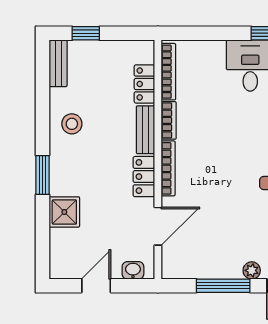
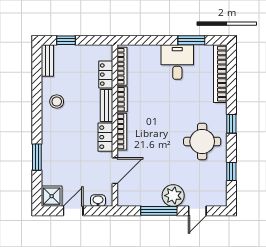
window: (43, 175) -> (37, 157), moved
shower: (64, 212) -> (52, 196), moved
plant: (252, 270) -> (173, 196), width x1.88, depth x1.88

